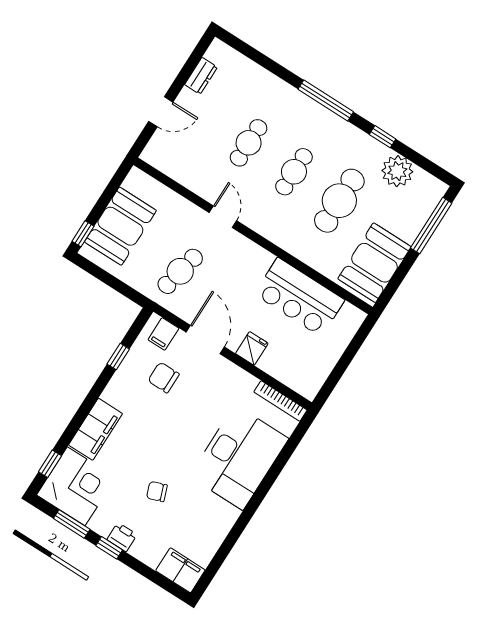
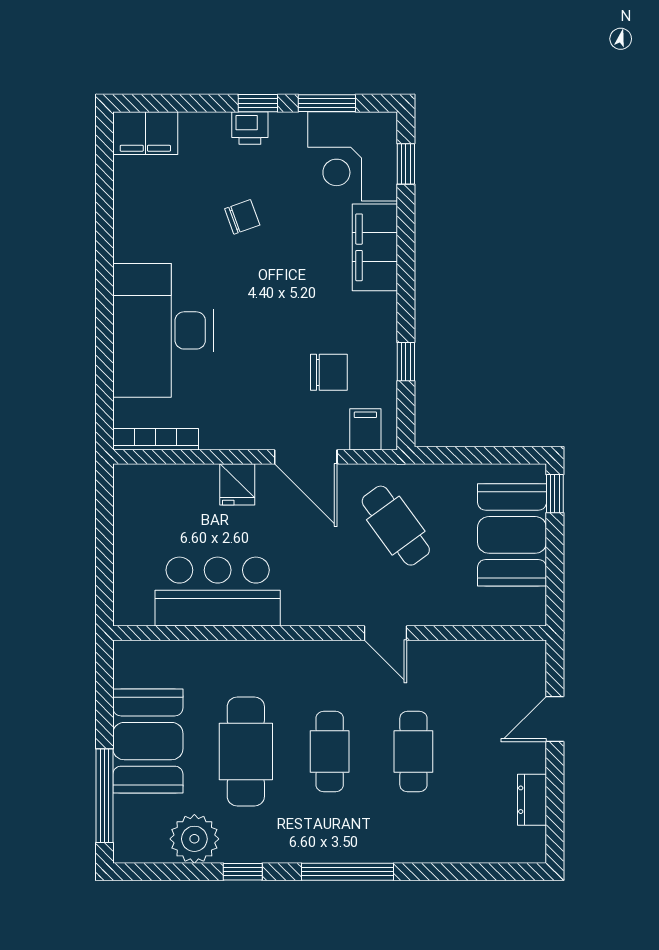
booth: (374, 263) -> (148, 741), moved
cafe table: (180, 271) -> (396, 526), turned -48

